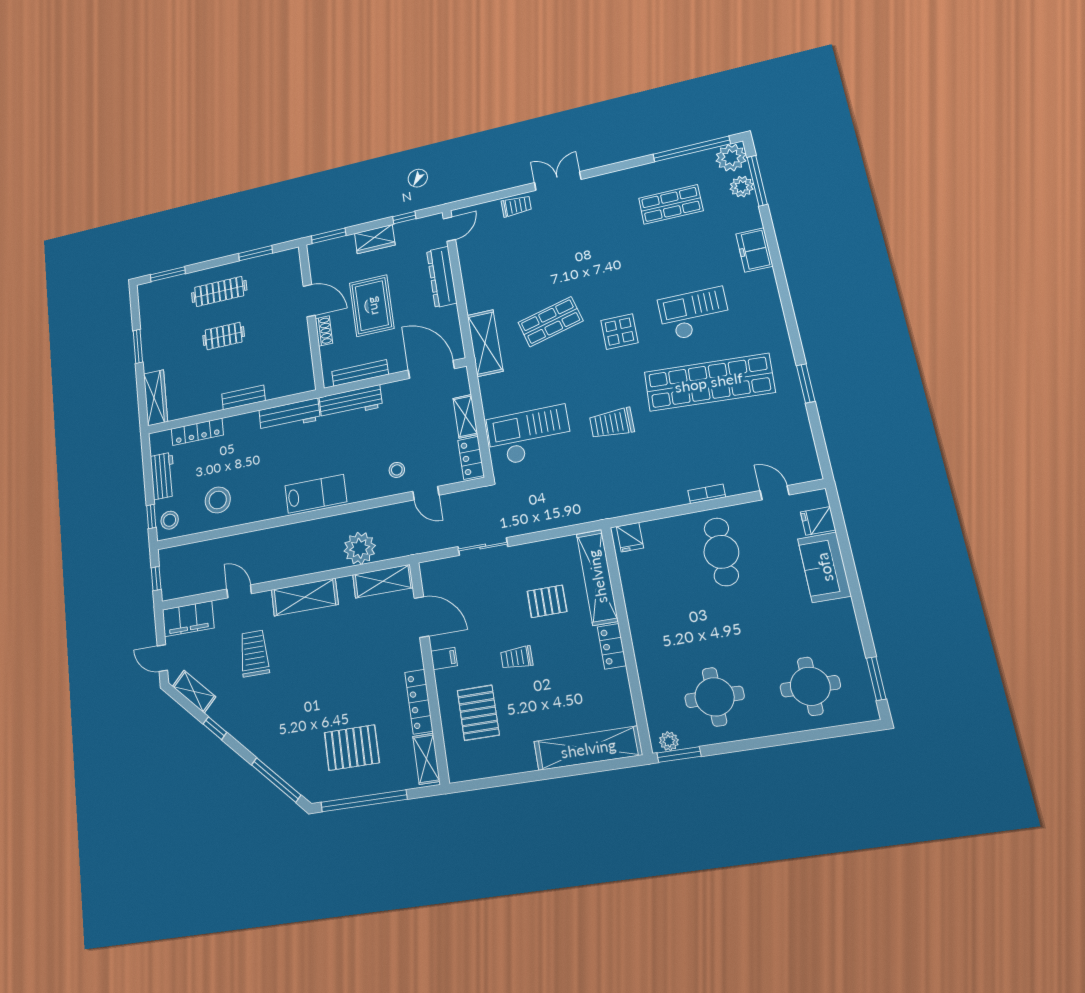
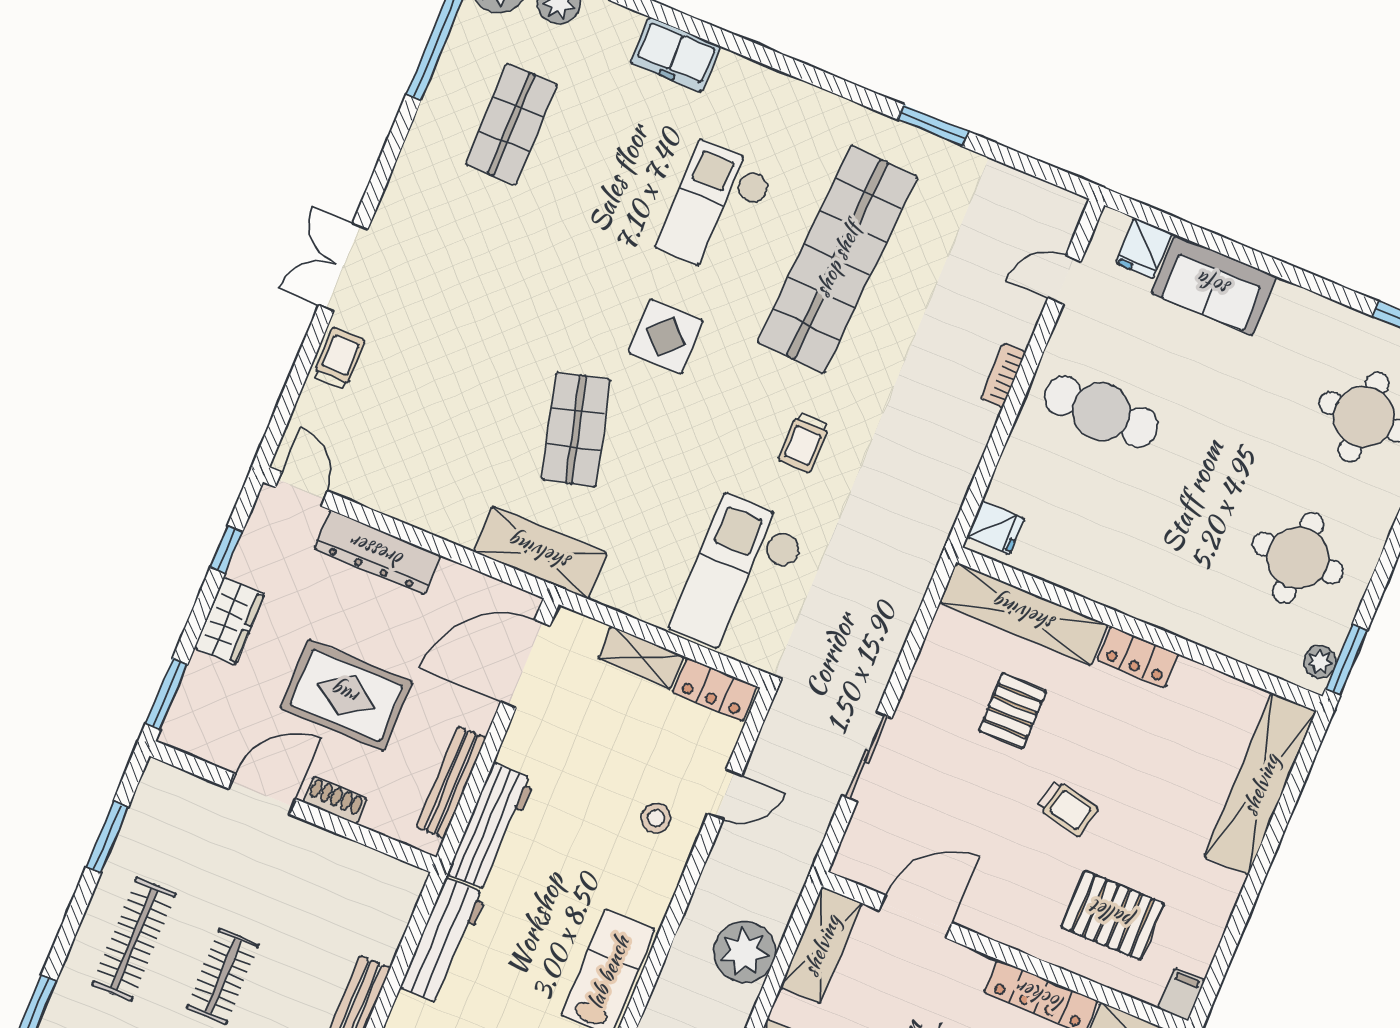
trolley: (612, 423) -> (804, 442), width x0.73, depth x0.72
trolley: (517, 658) -> (1067, 808), turned -78
filing cabinet: (444, 659) -> (1181, 994), moved

